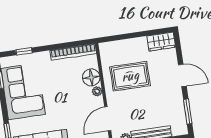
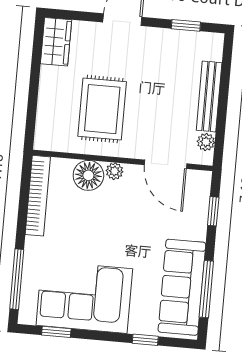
window: (24, 51) -> (17, 279), width x2.17
window: (188, 112) -> (186, 25), width x0.67

